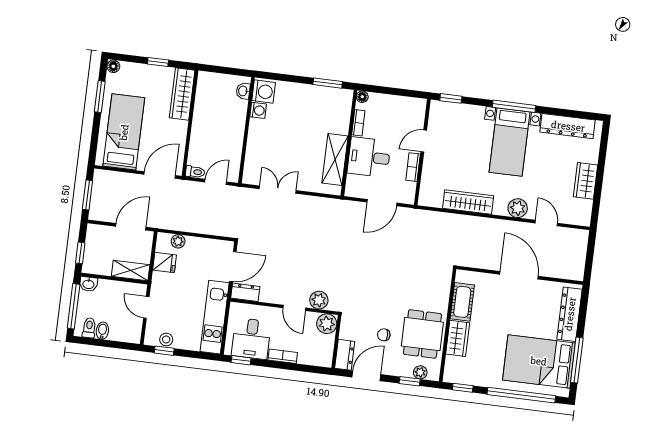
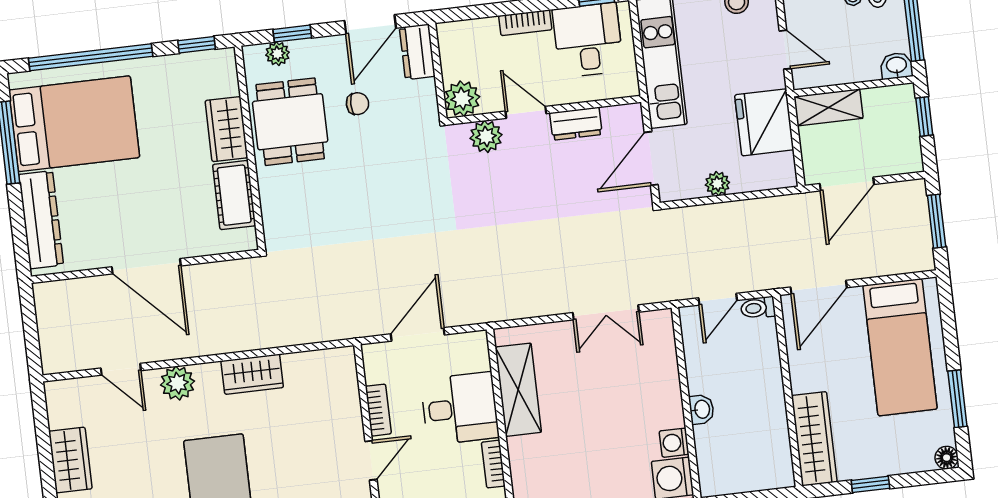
washbasin: (243, 91) -> (701, 409), moved
wardrobe: (468, 202) -> (252, 374), width x0.67
plant: (178, 241) -> (717, 184), moved
fridge: (165, 263) -> (764, 122), width x1.88, depth x1.34
dresser: (245, 292) -> (576, 124), moved

